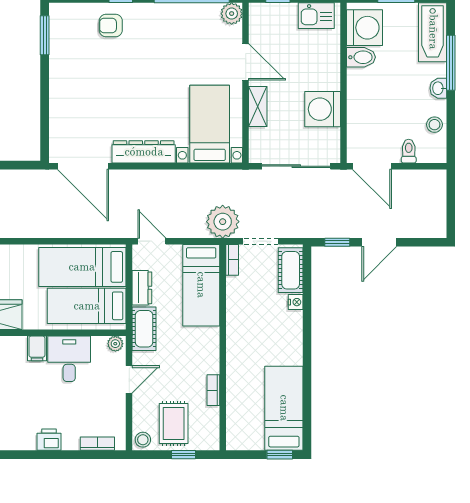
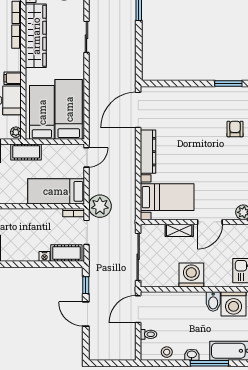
washing machine: (323, 109) -> (191, 275), moved
dresser: (142, 288) -> (54, 151), removed

